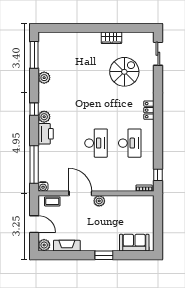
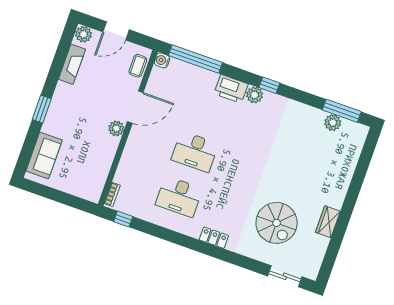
plant: (44, 78) -> (333, 123), moved

